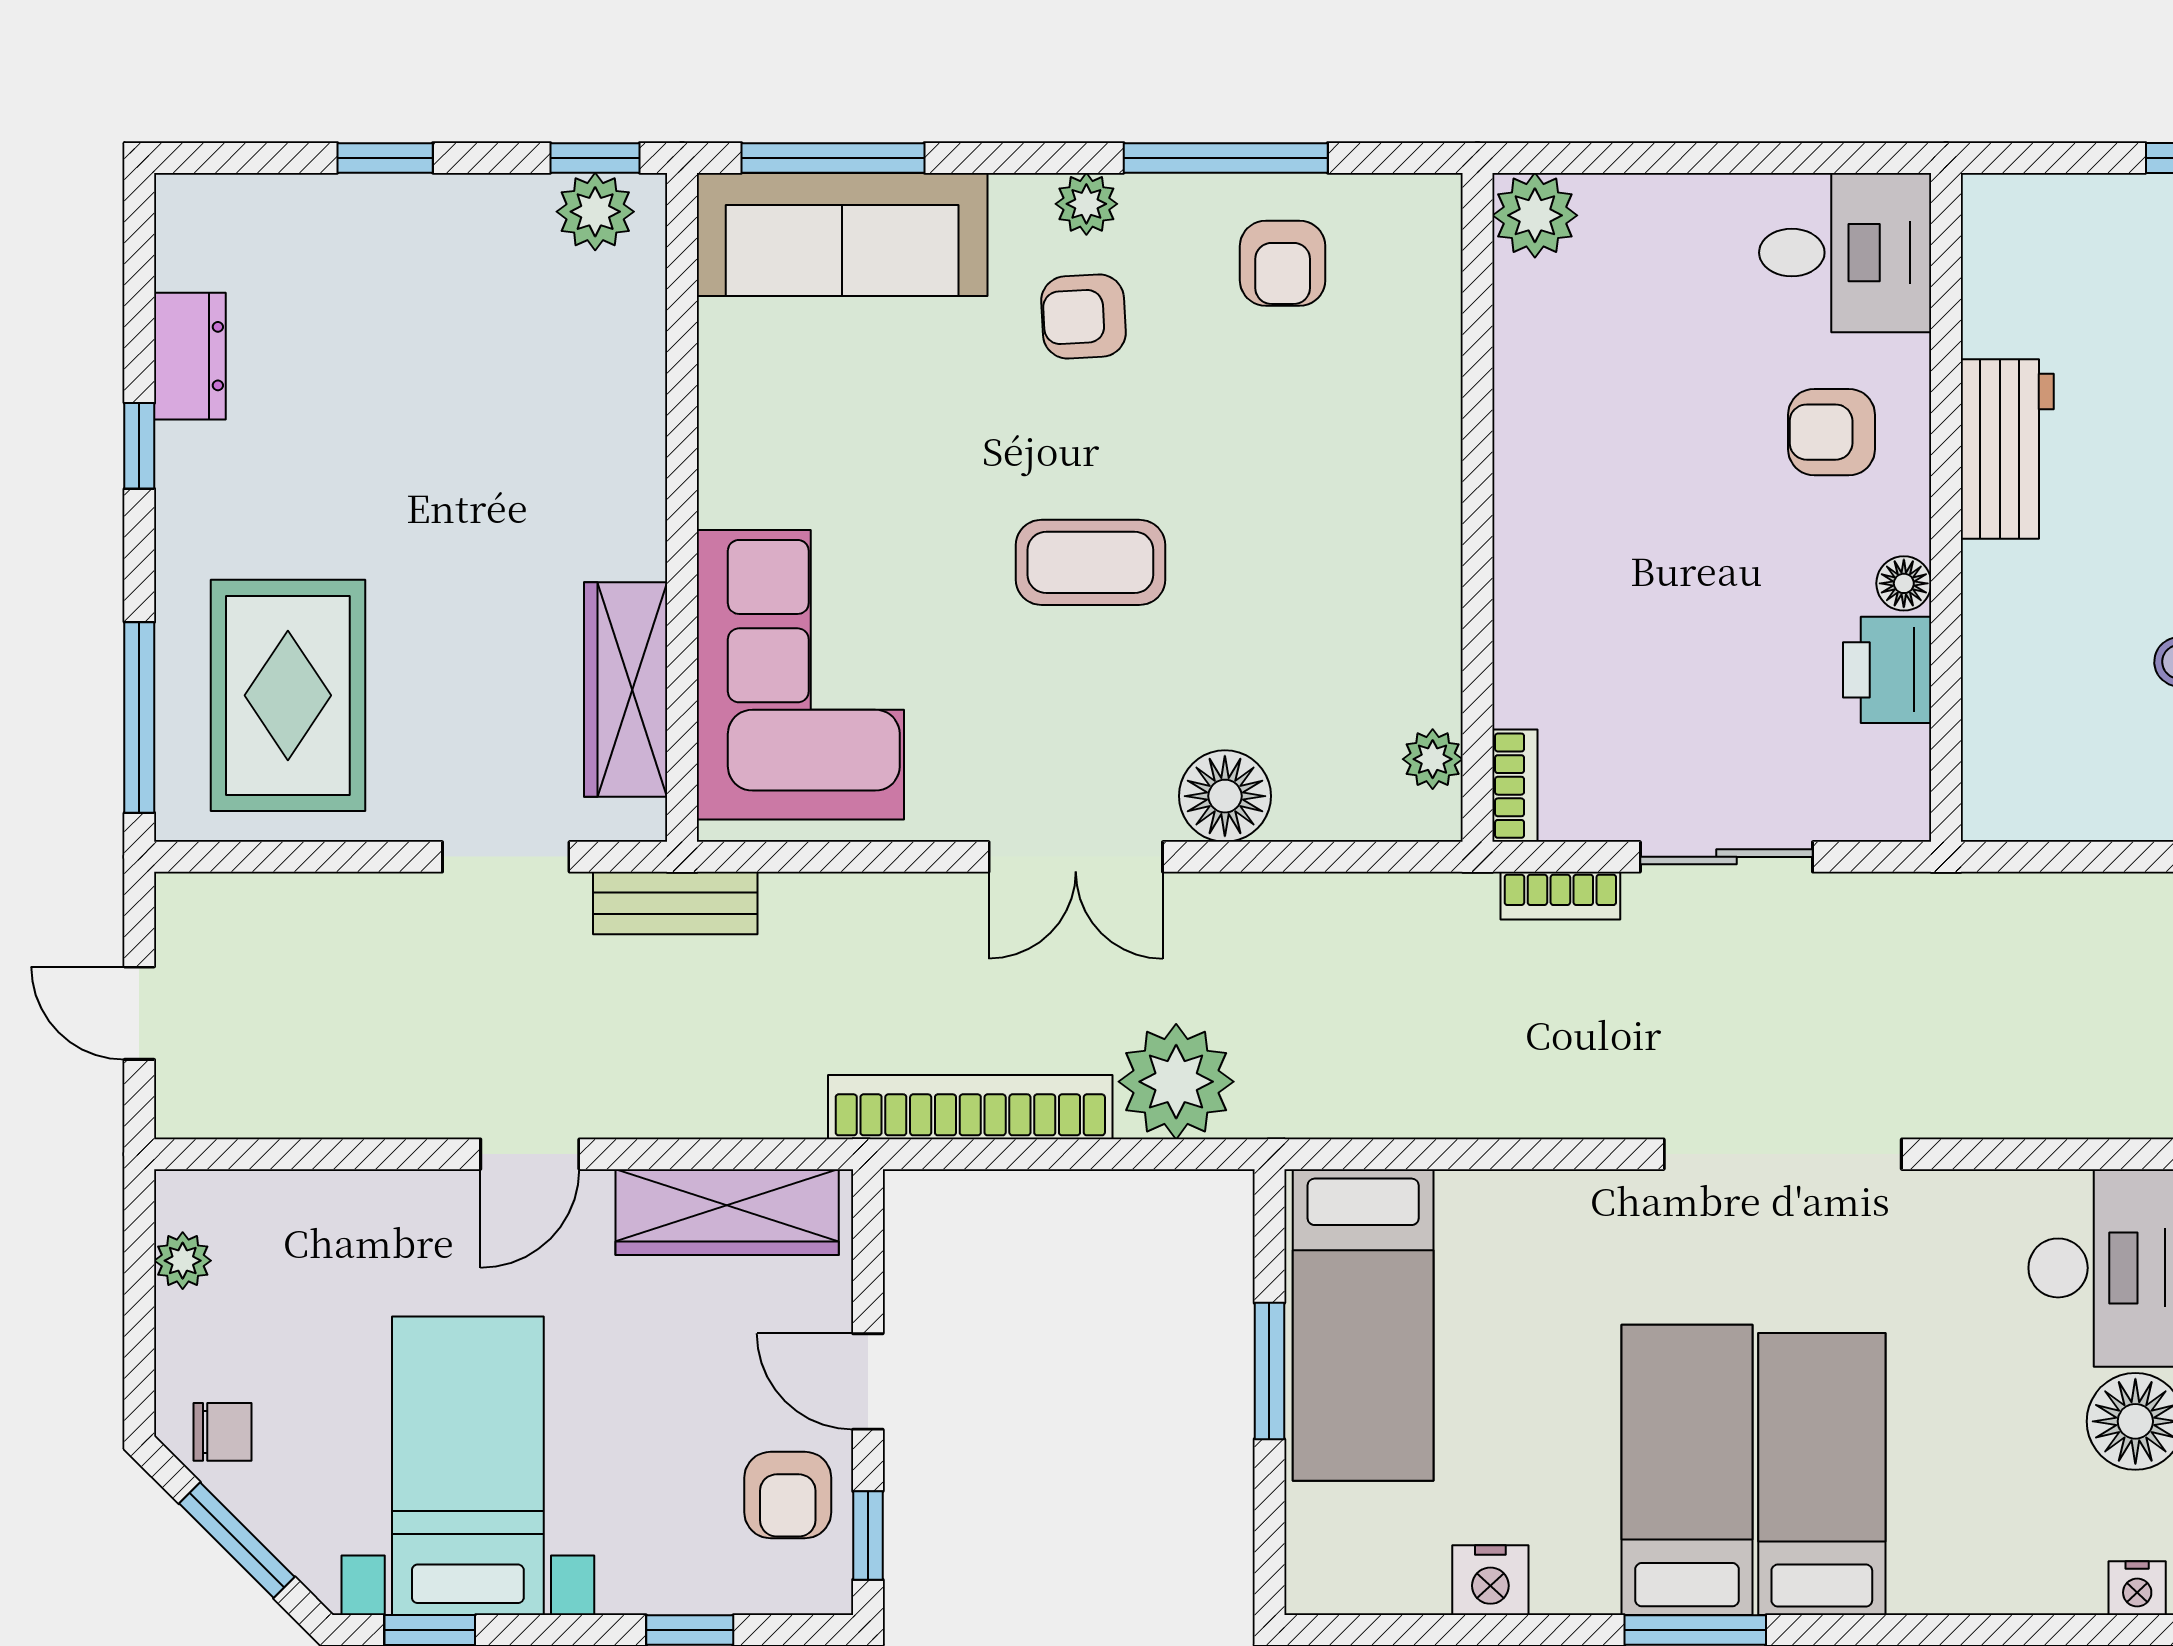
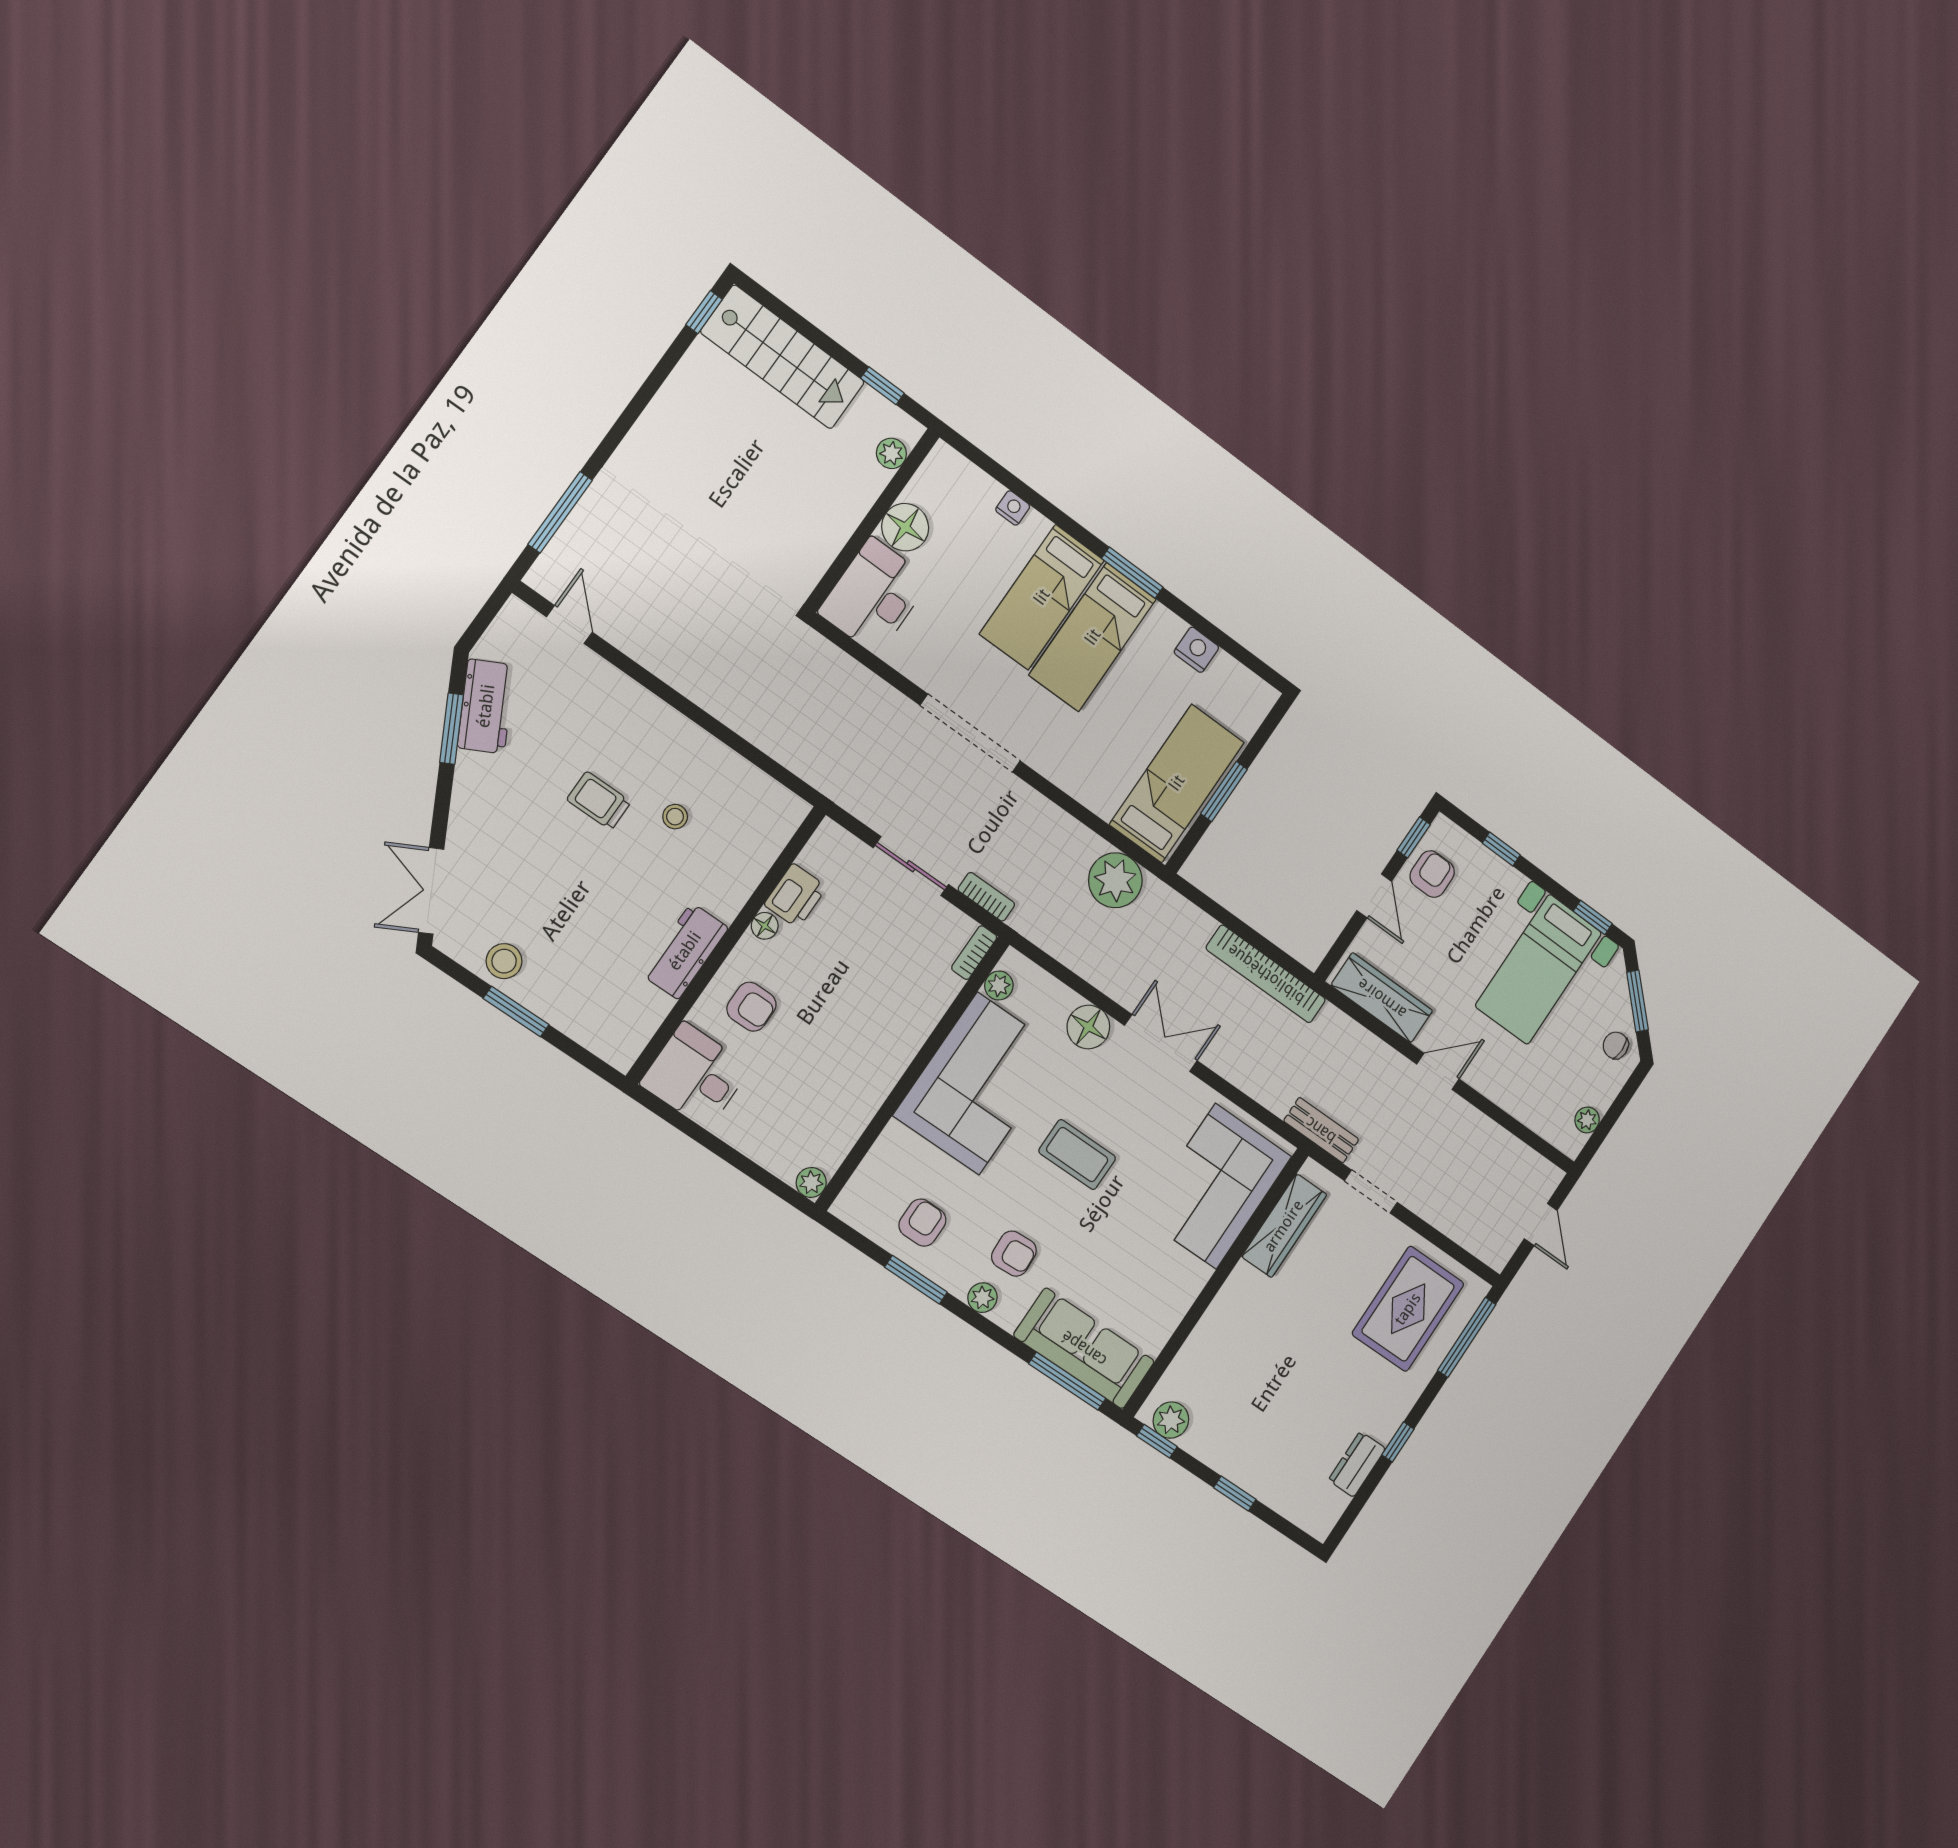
window: (1226, 158) -> (916, 1280), width x0.69
plant: (1535, 215) -> (811, 1182), width x0.73, depth x0.73
corner sofa: (1351, 567) -> (978, 1083), added
plant: (1176, 1082) -> (1115, 880), moved
nightstand: (2137, 1588) -> (1013, 508), moved

